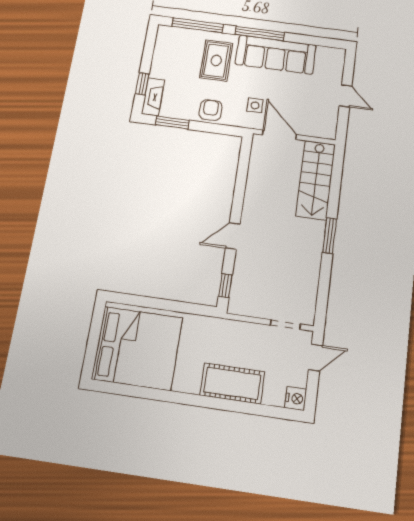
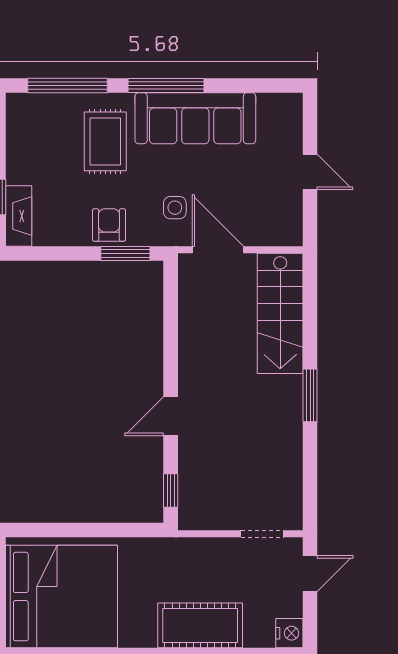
window: (172, 123) -> (125, 254), moved

